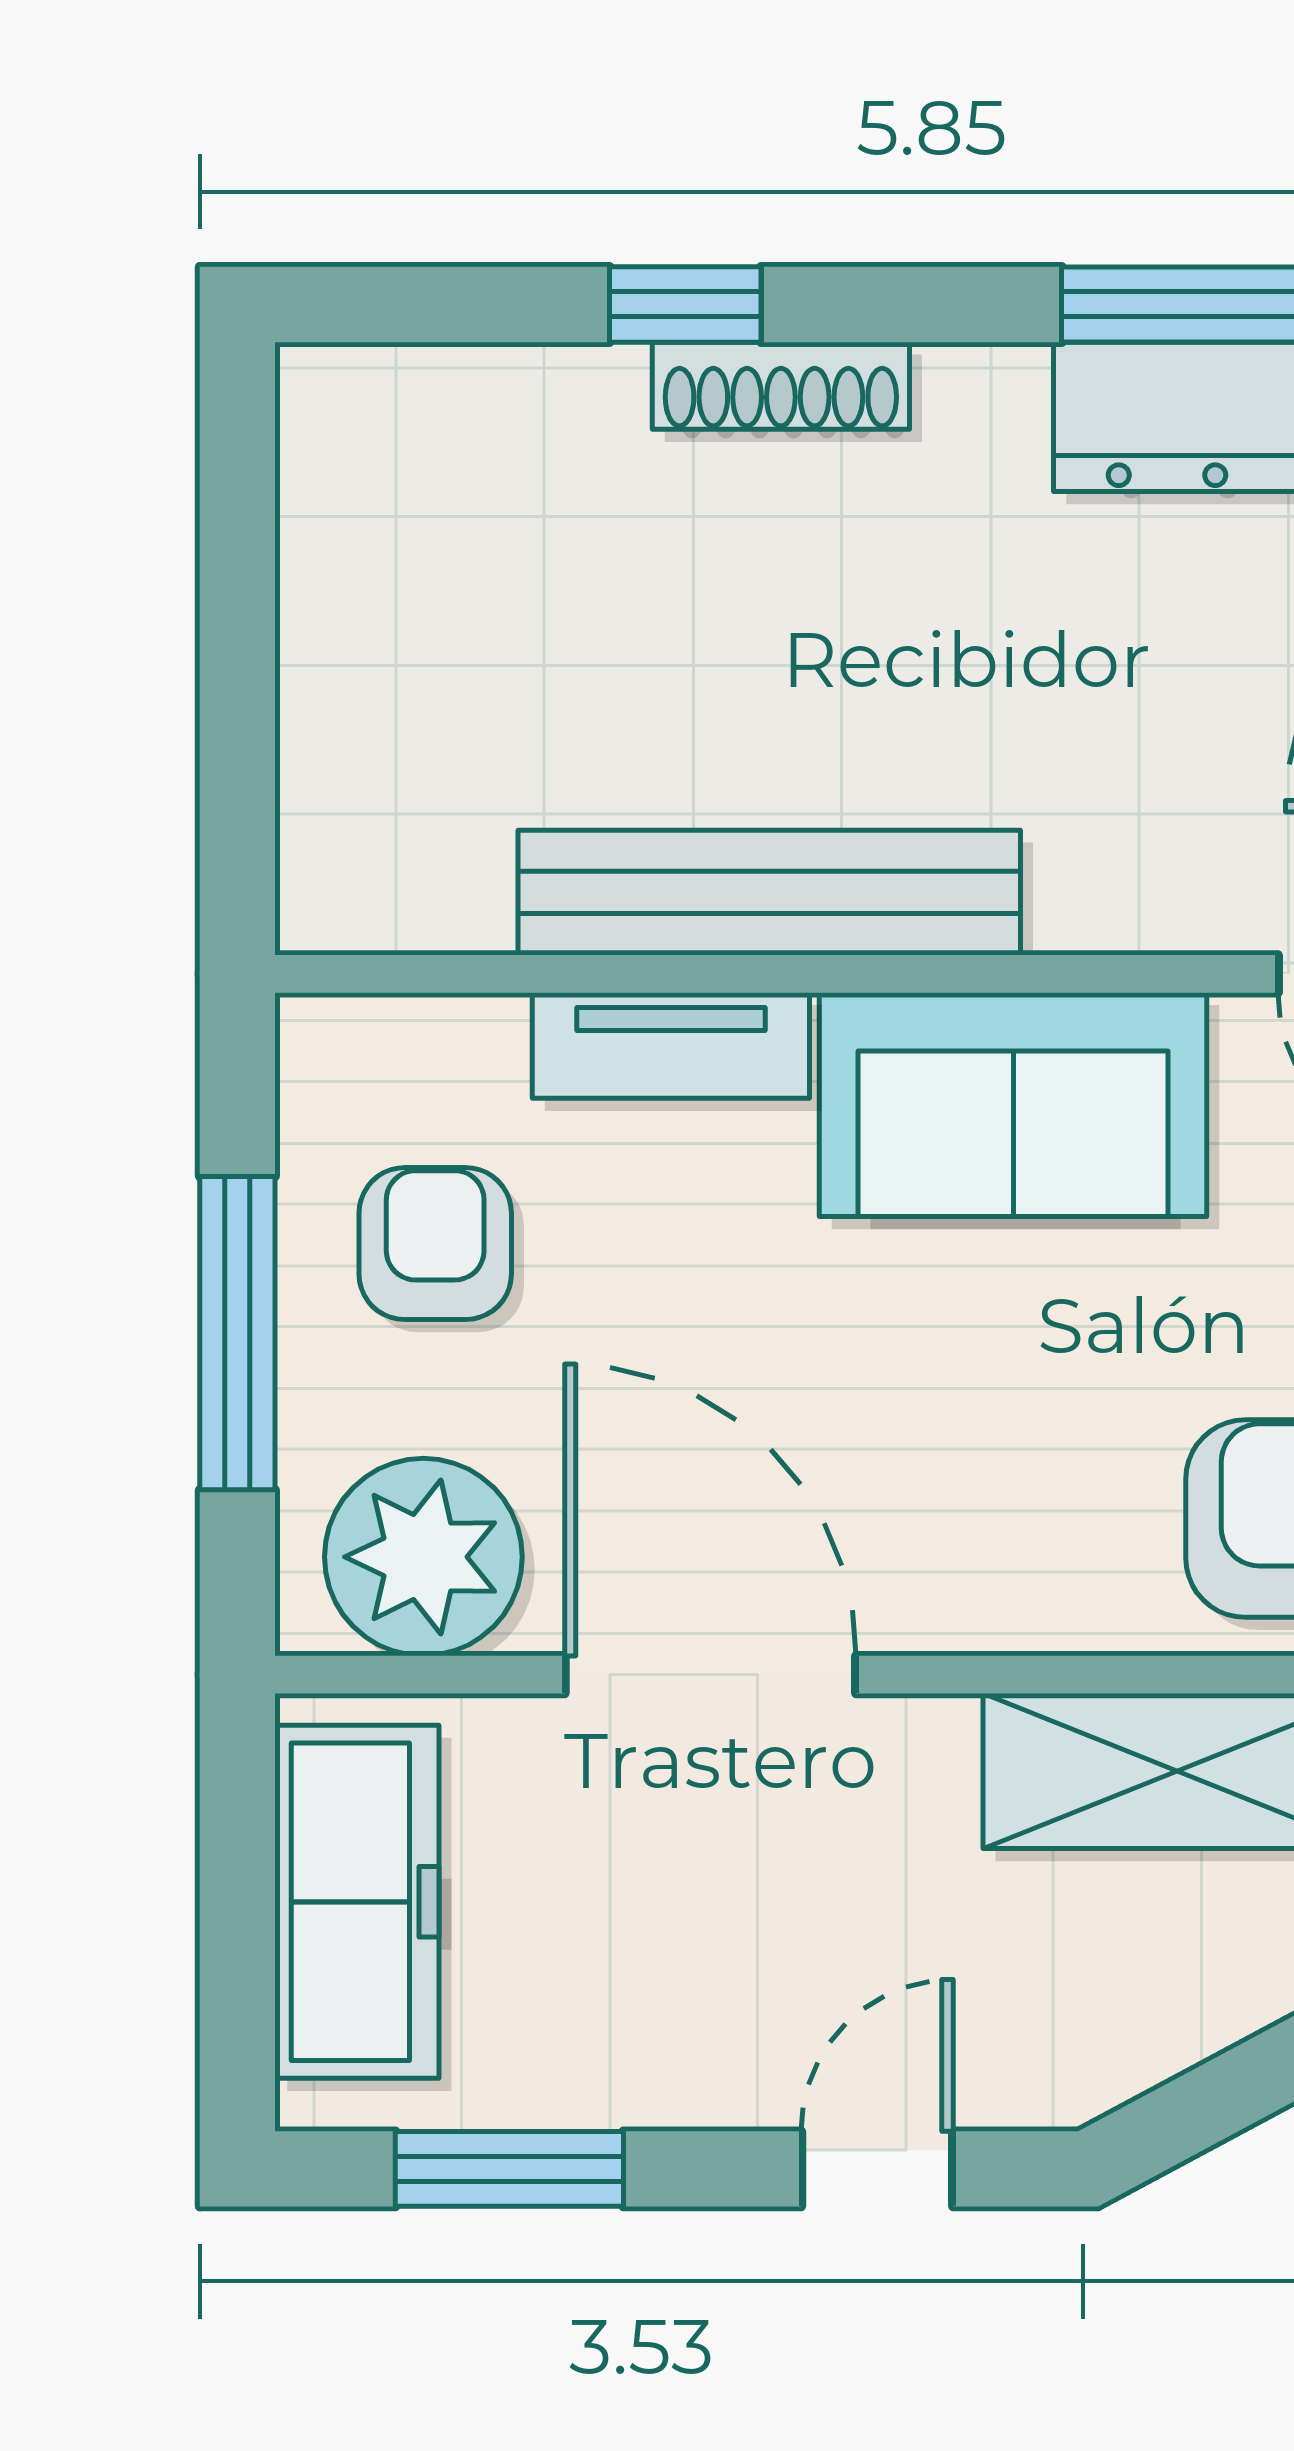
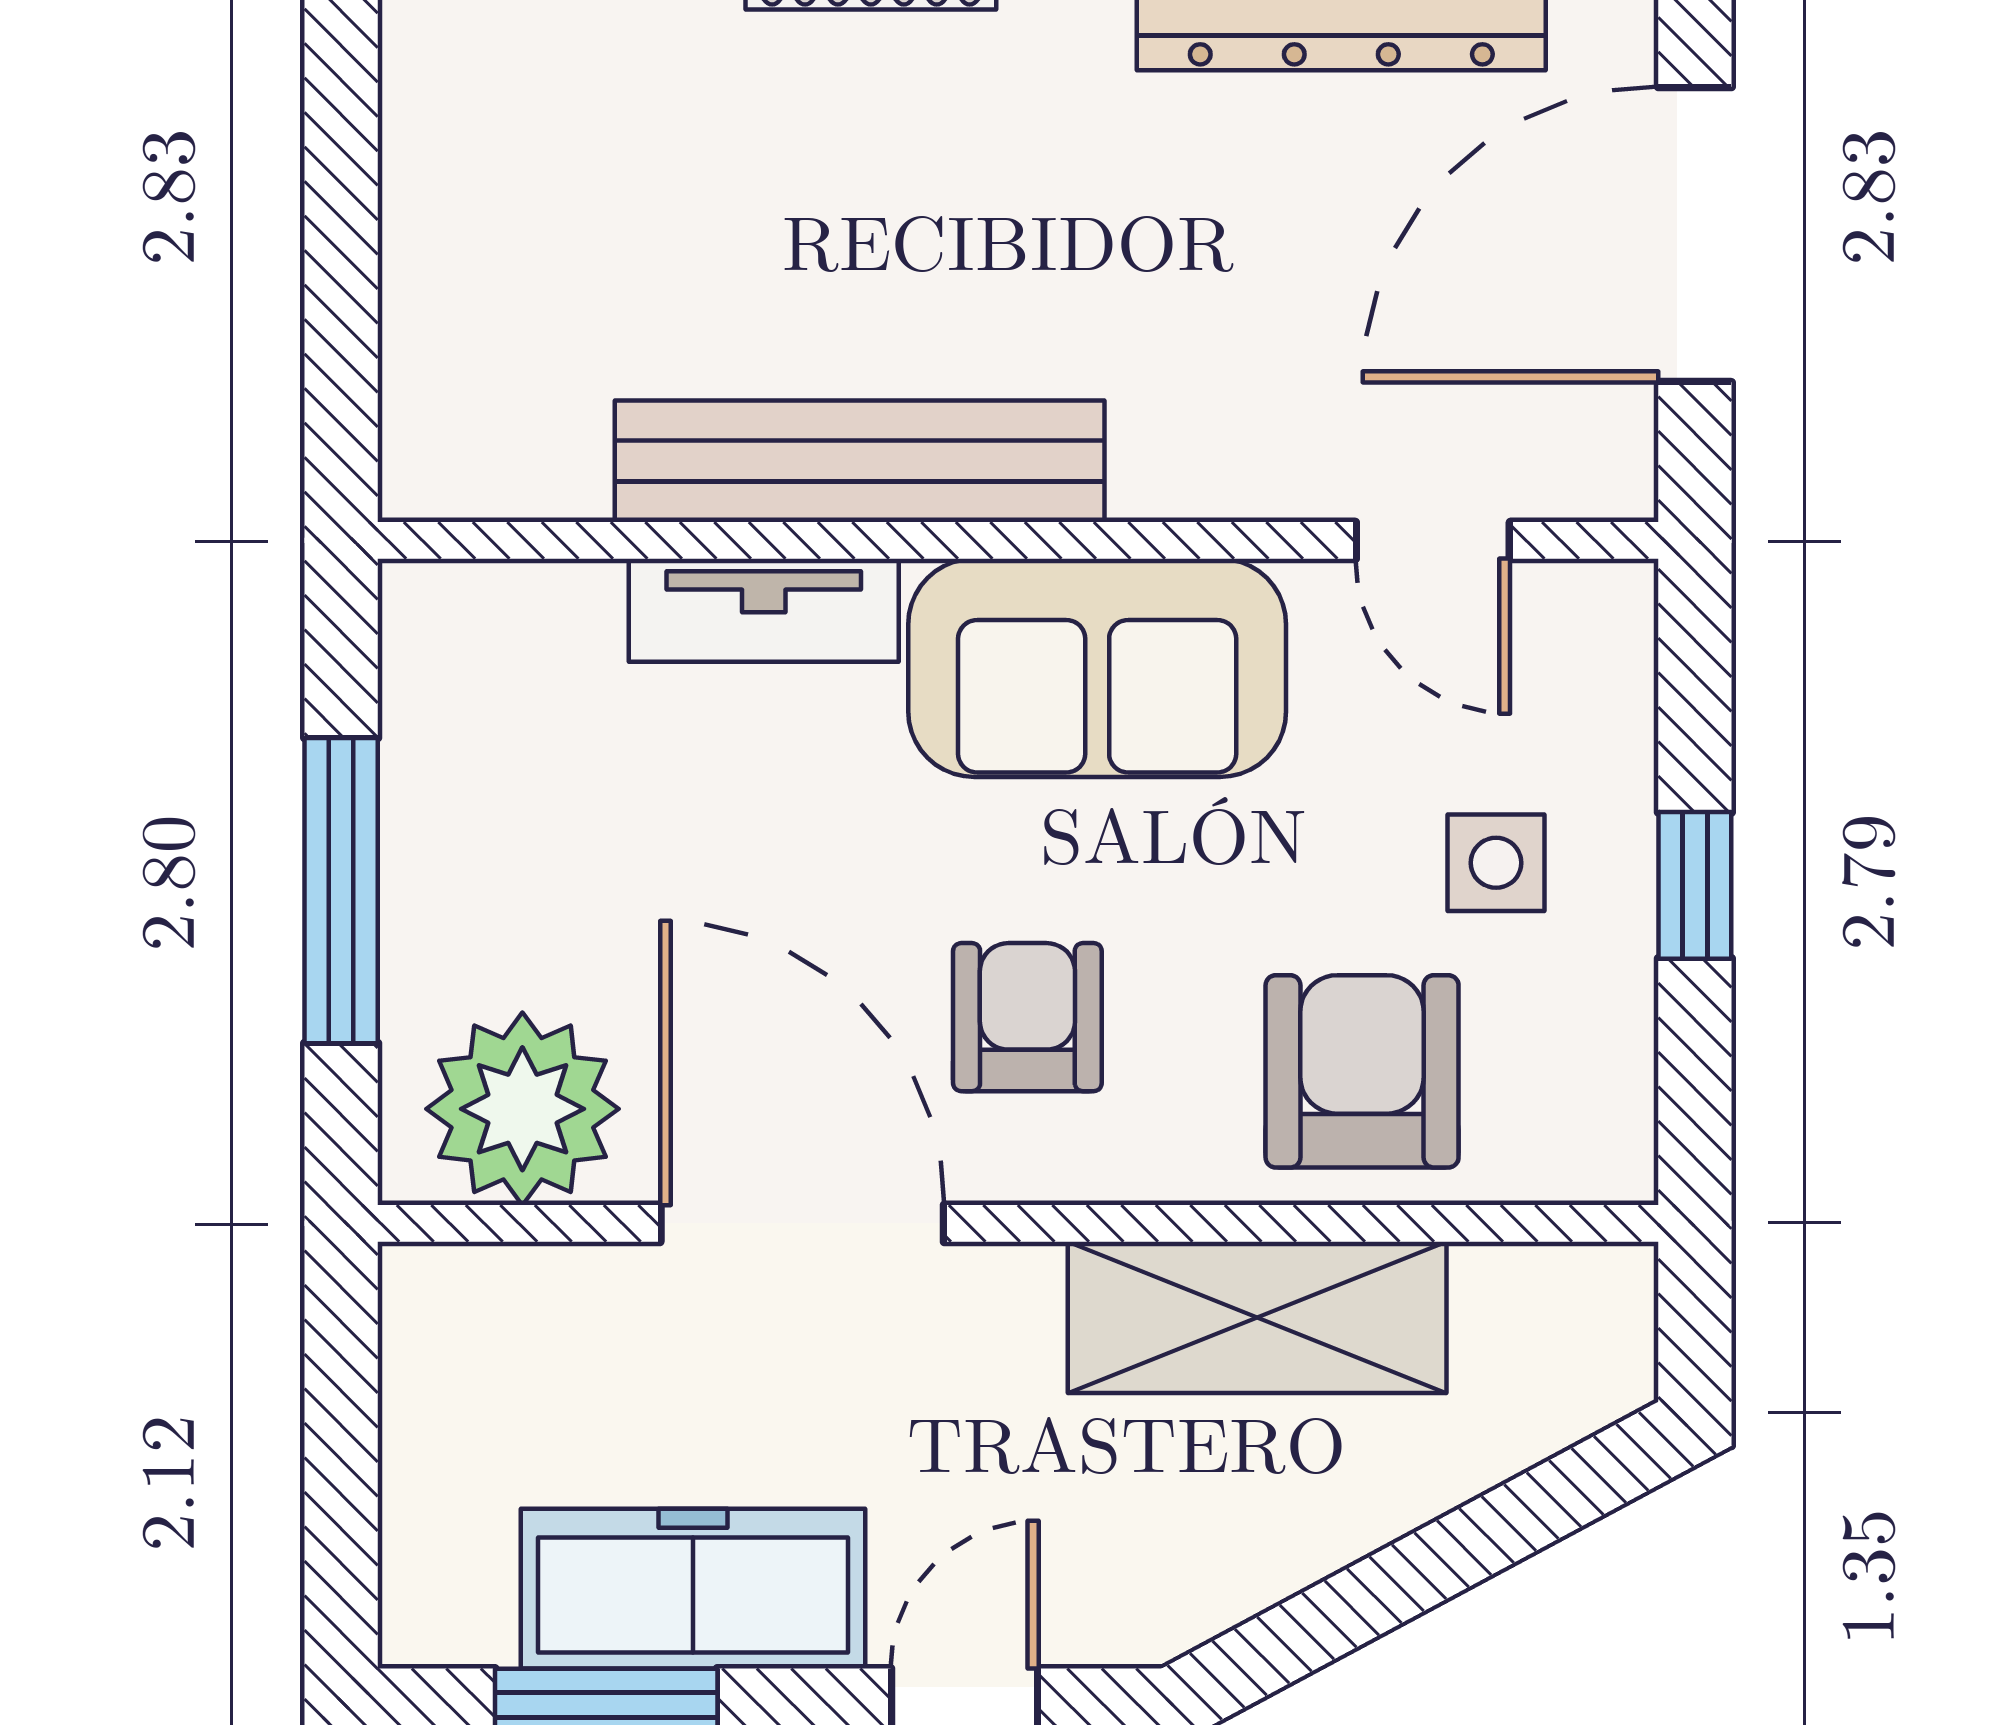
armchair: (435, 1244) -> (1027, 1017), moved
freezer: (357, 1902) -> (693, 1589), moved, turned -90

